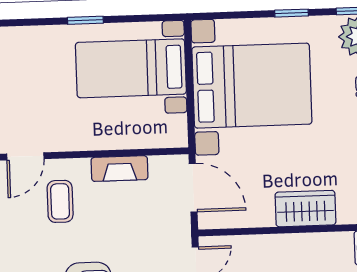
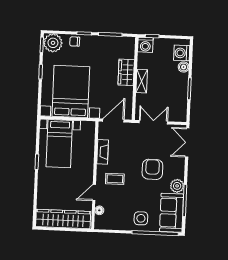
door: (25, 156) -> (94, 193), swing flipped
shelving: (288, 245) -> (142, 81), added

